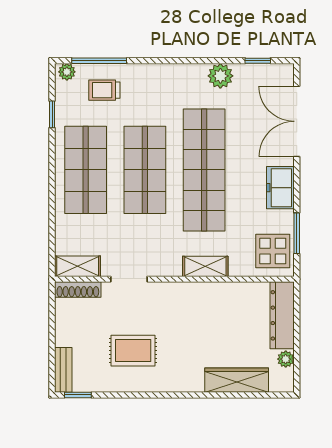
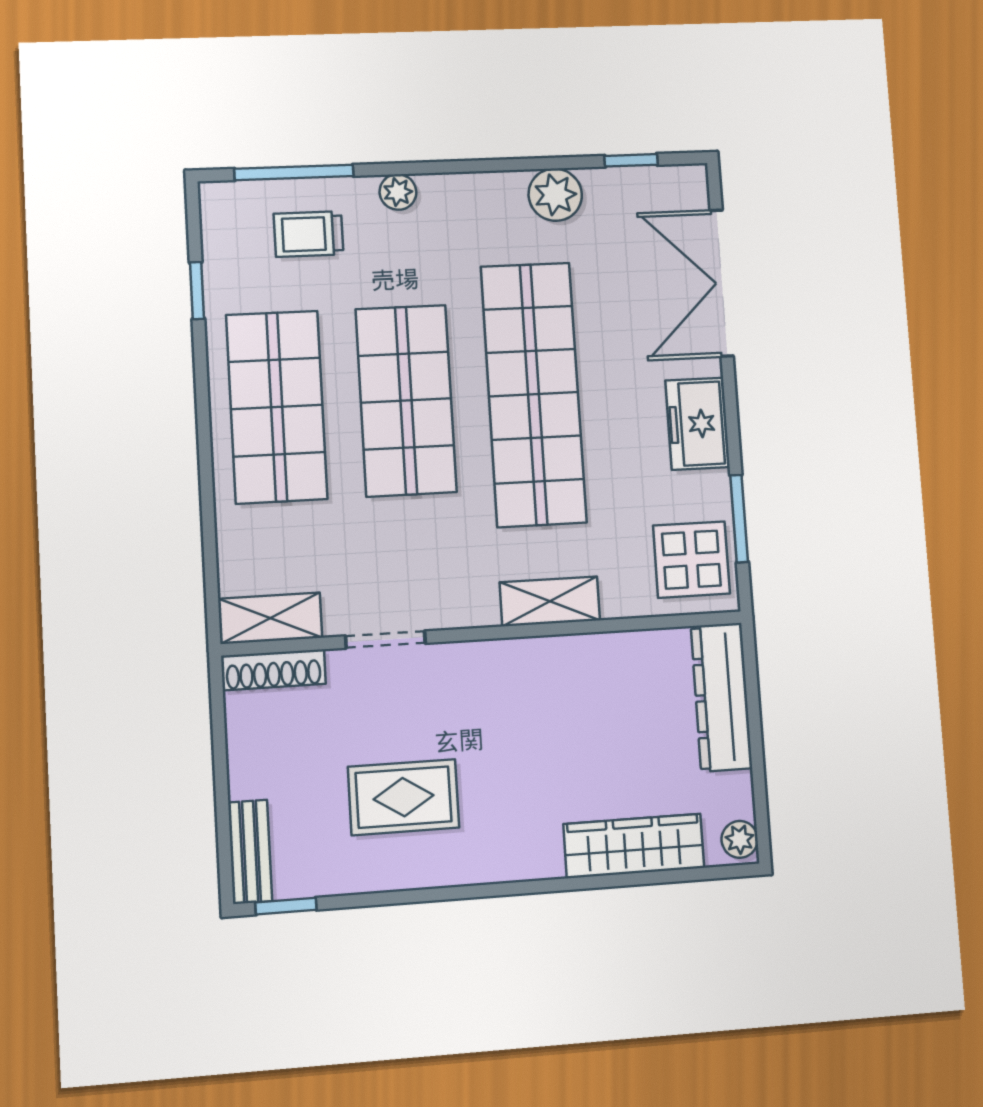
plant: (67, 72) -> (398, 192), moved
plant: (286, 359) -> (740, 839), moved

